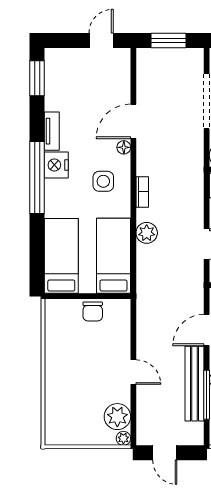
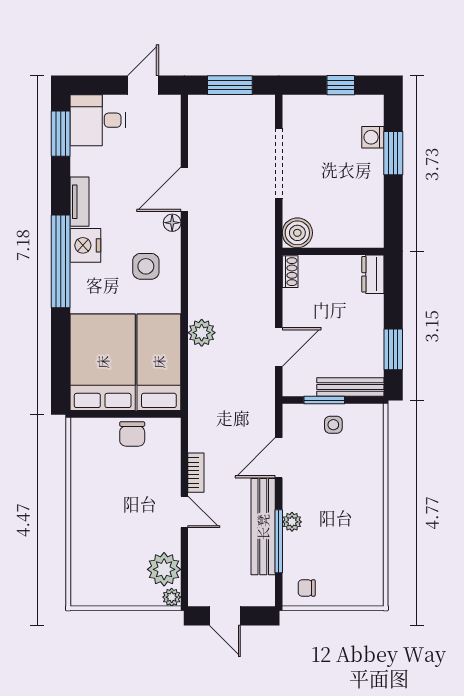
desk: (66, 68) -> (98, 120), added
bookcase: (142, 192) -> (196, 473), moved
bed: (61, 256) -> (103, 362), width x1.50

